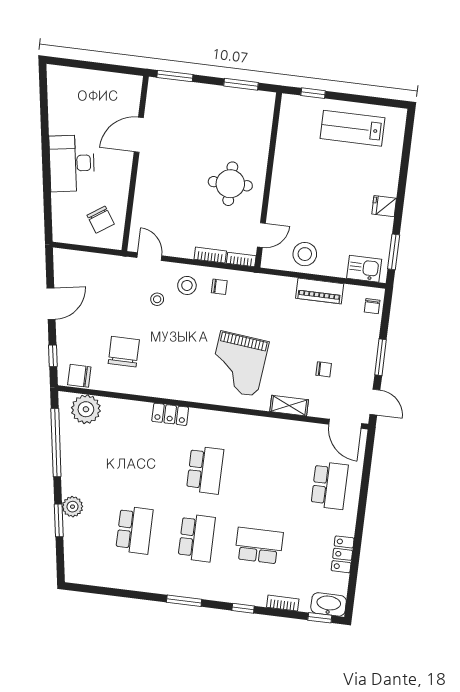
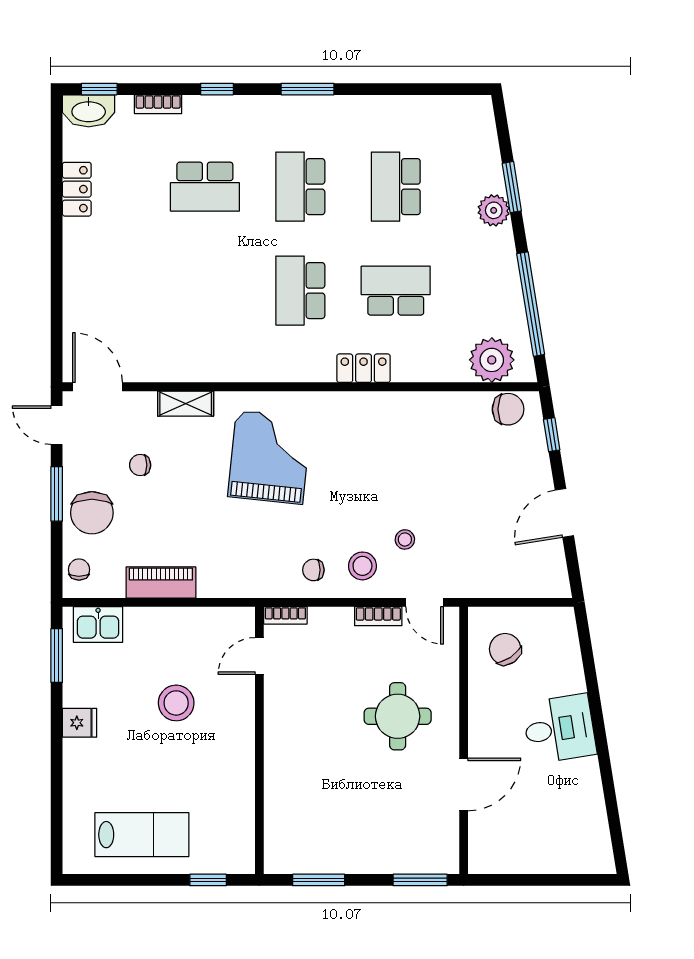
desk: (72, 163) -> (559, 729), width x0.73
round table: (230, 184) -> (398, 716), moved
stool: (305, 254) -> (176, 703), moved
bookcase: (210, 255) -> (378, 616), moved
chair: (124, 352) -> (92, 513), moved
school desk: (330, 486) -> (396, 291), moved, turned 90

